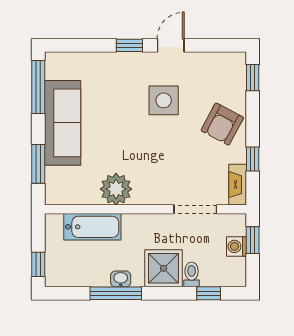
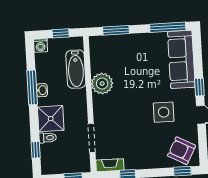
sofa: (63, 123) -> (181, 59), moved, turned 90
armchair: (222, 124) -> (182, 151), moved
washing machine: (236, 246) -> (41, 46), moved, turned 180
window: (38, 264) -> (61, 33), moved

